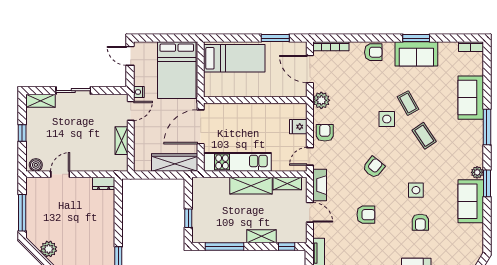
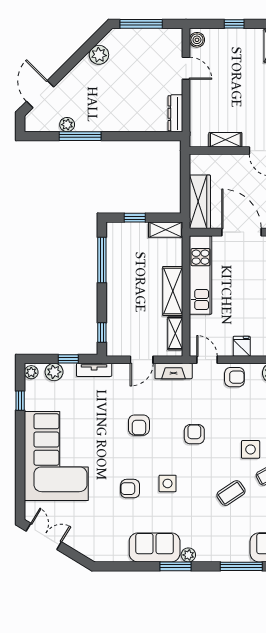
armchair: (374, 167) -> (194, 434), turned -129
dresser: (104, 183) -> (175, 113), width x1.44
shelving: (261, 236) -> (166, 230), moved, turned 90

